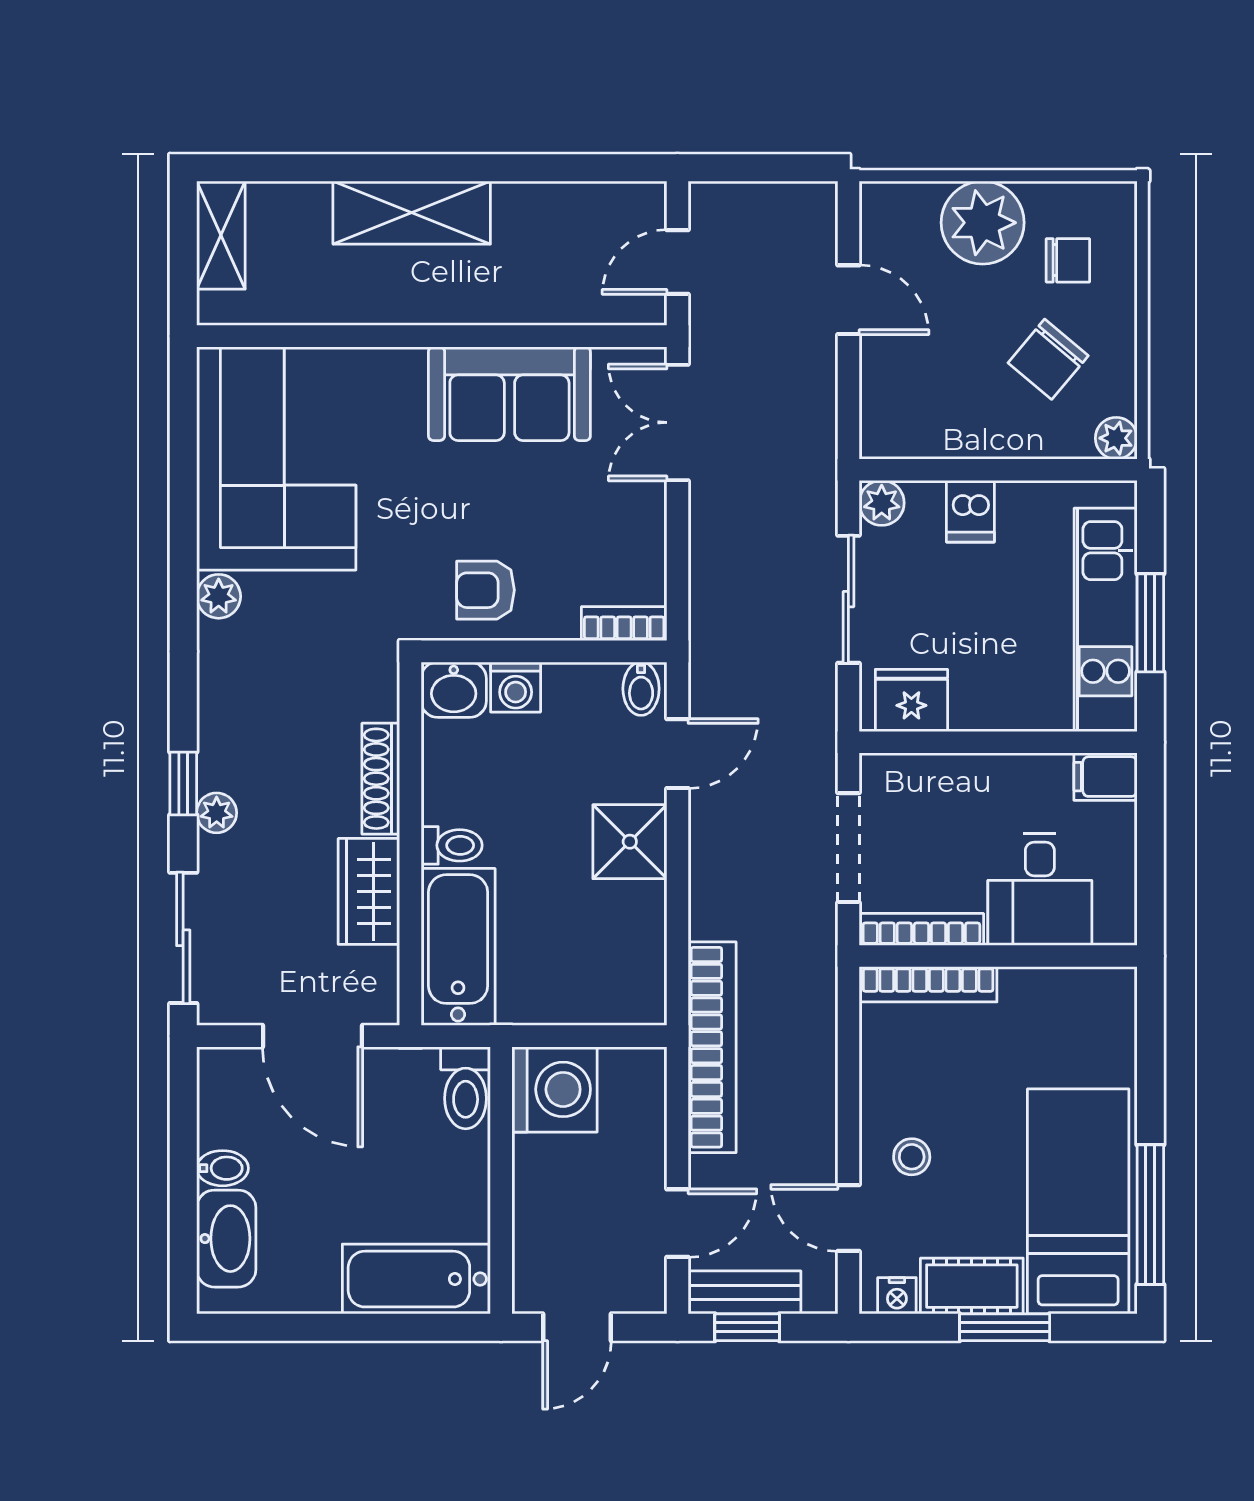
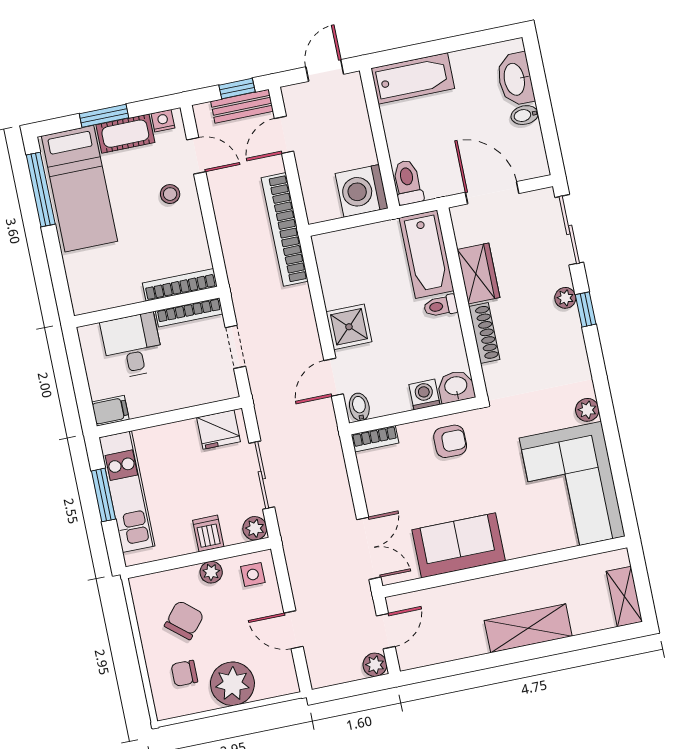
plant: (711, 204) -> (375, 665), added
side table: (903, 418) -> (253, 575), added
plant: (1116, 438) -> (211, 572), moved
doorway: (848, 848) -> (235, 347), width x0.73

